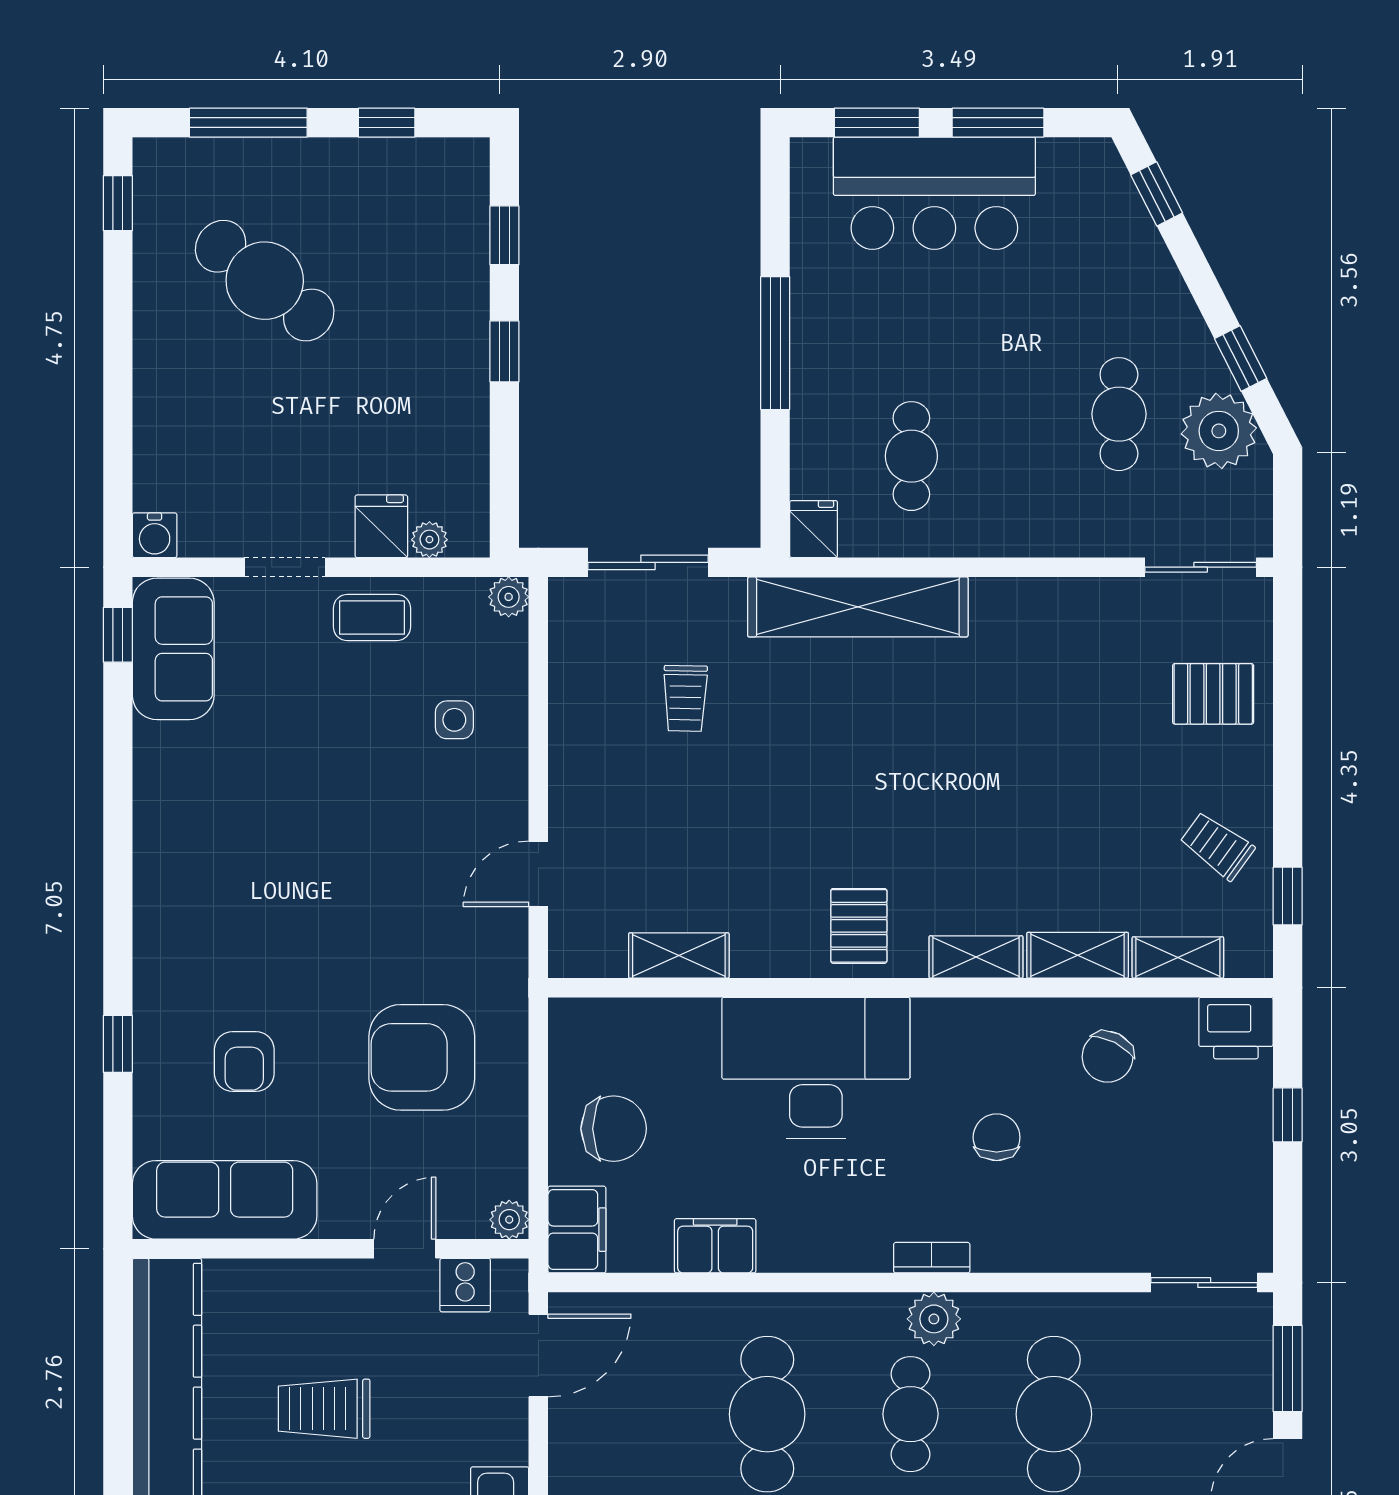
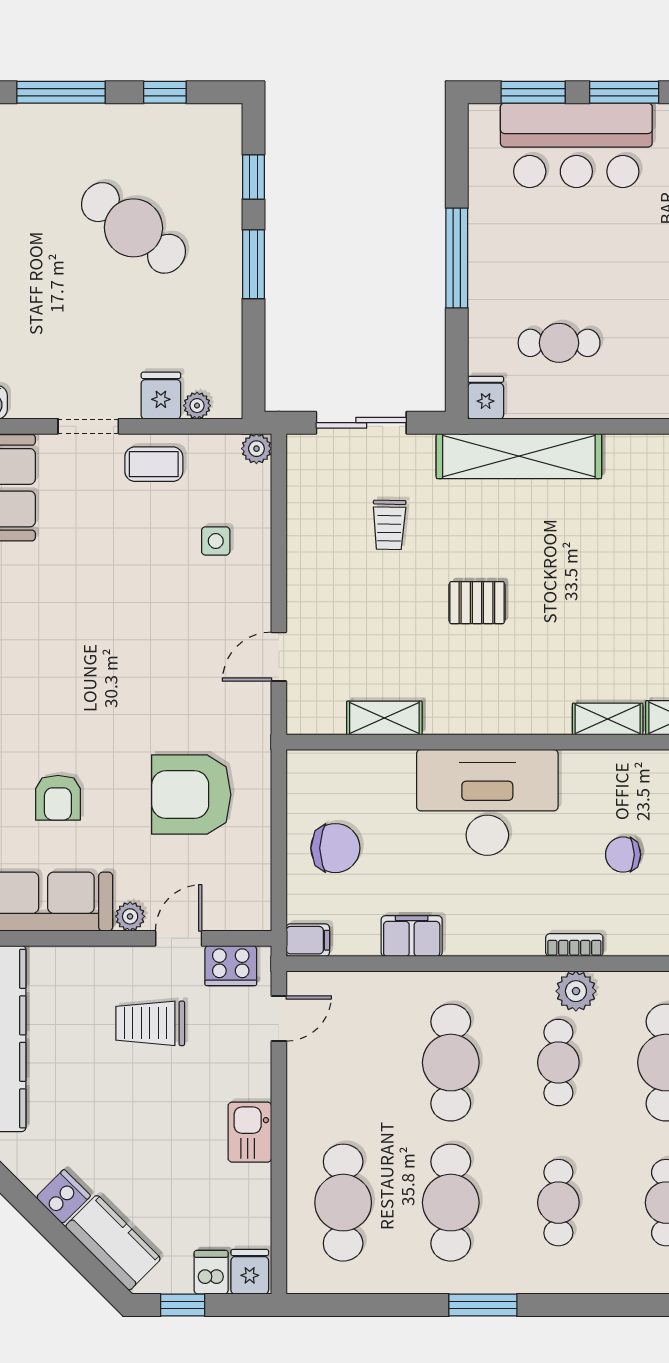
cafe table: (265, 281) -> (133, 228), moved
window: (504, 351) -> (253, 264), width x1.50
cafe table: (911, 456) -> (559, 343), turned 90
pallet: (859, 926) -> (477, 603), moved, turned 90
chair: (997, 1137) -> (623, 855), turned -90
plant: (509, 1220) -> (130, 916), moved
filing cabinet: (577, 1230) -> (308, 940), width x0.50
cooker: (465, 1285) -> (231, 966), width x1.36
door: (538, 1355) -> (279, 1018), width x0.73
trolley: (324, 1409) -> (150, 1023), moved

